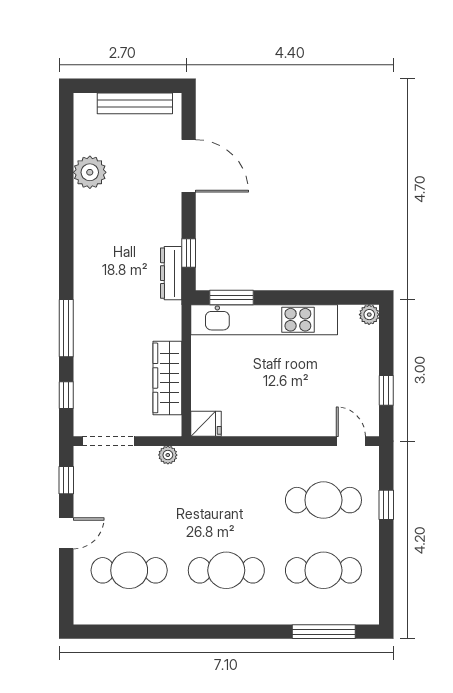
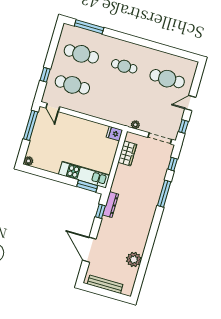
kitchen unit: (264, 320) -> (84, 175), width x0.73
wardrobe: (167, 378) -> (127, 153), width x0.67
window: (386, 390) -> (31, 125), width x2.17
cafe table: (226, 570) -> (124, 66), width x0.73, depth x0.74

